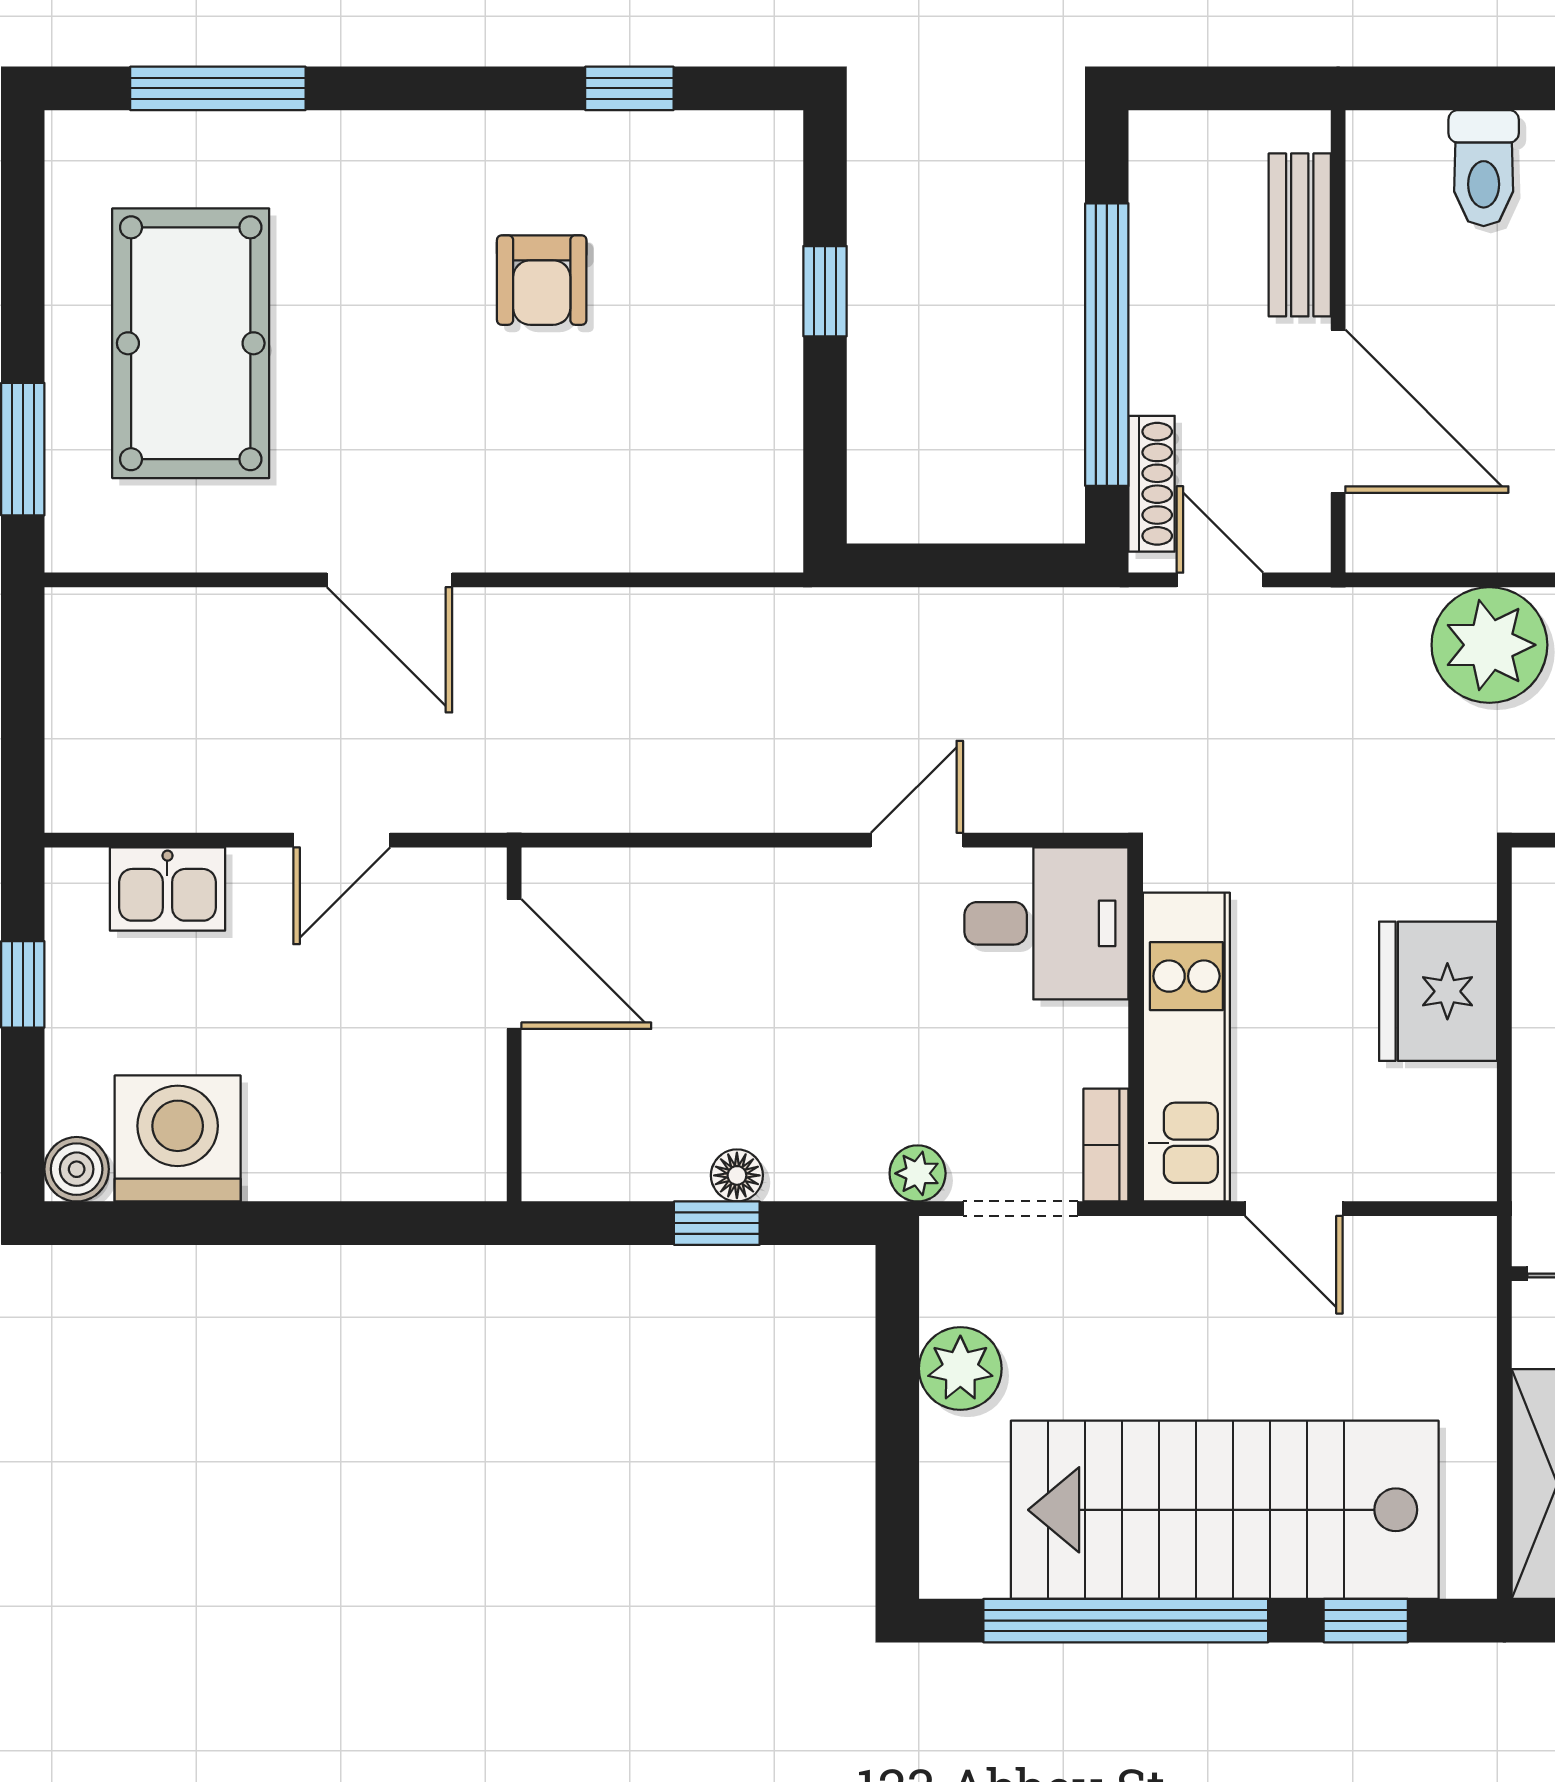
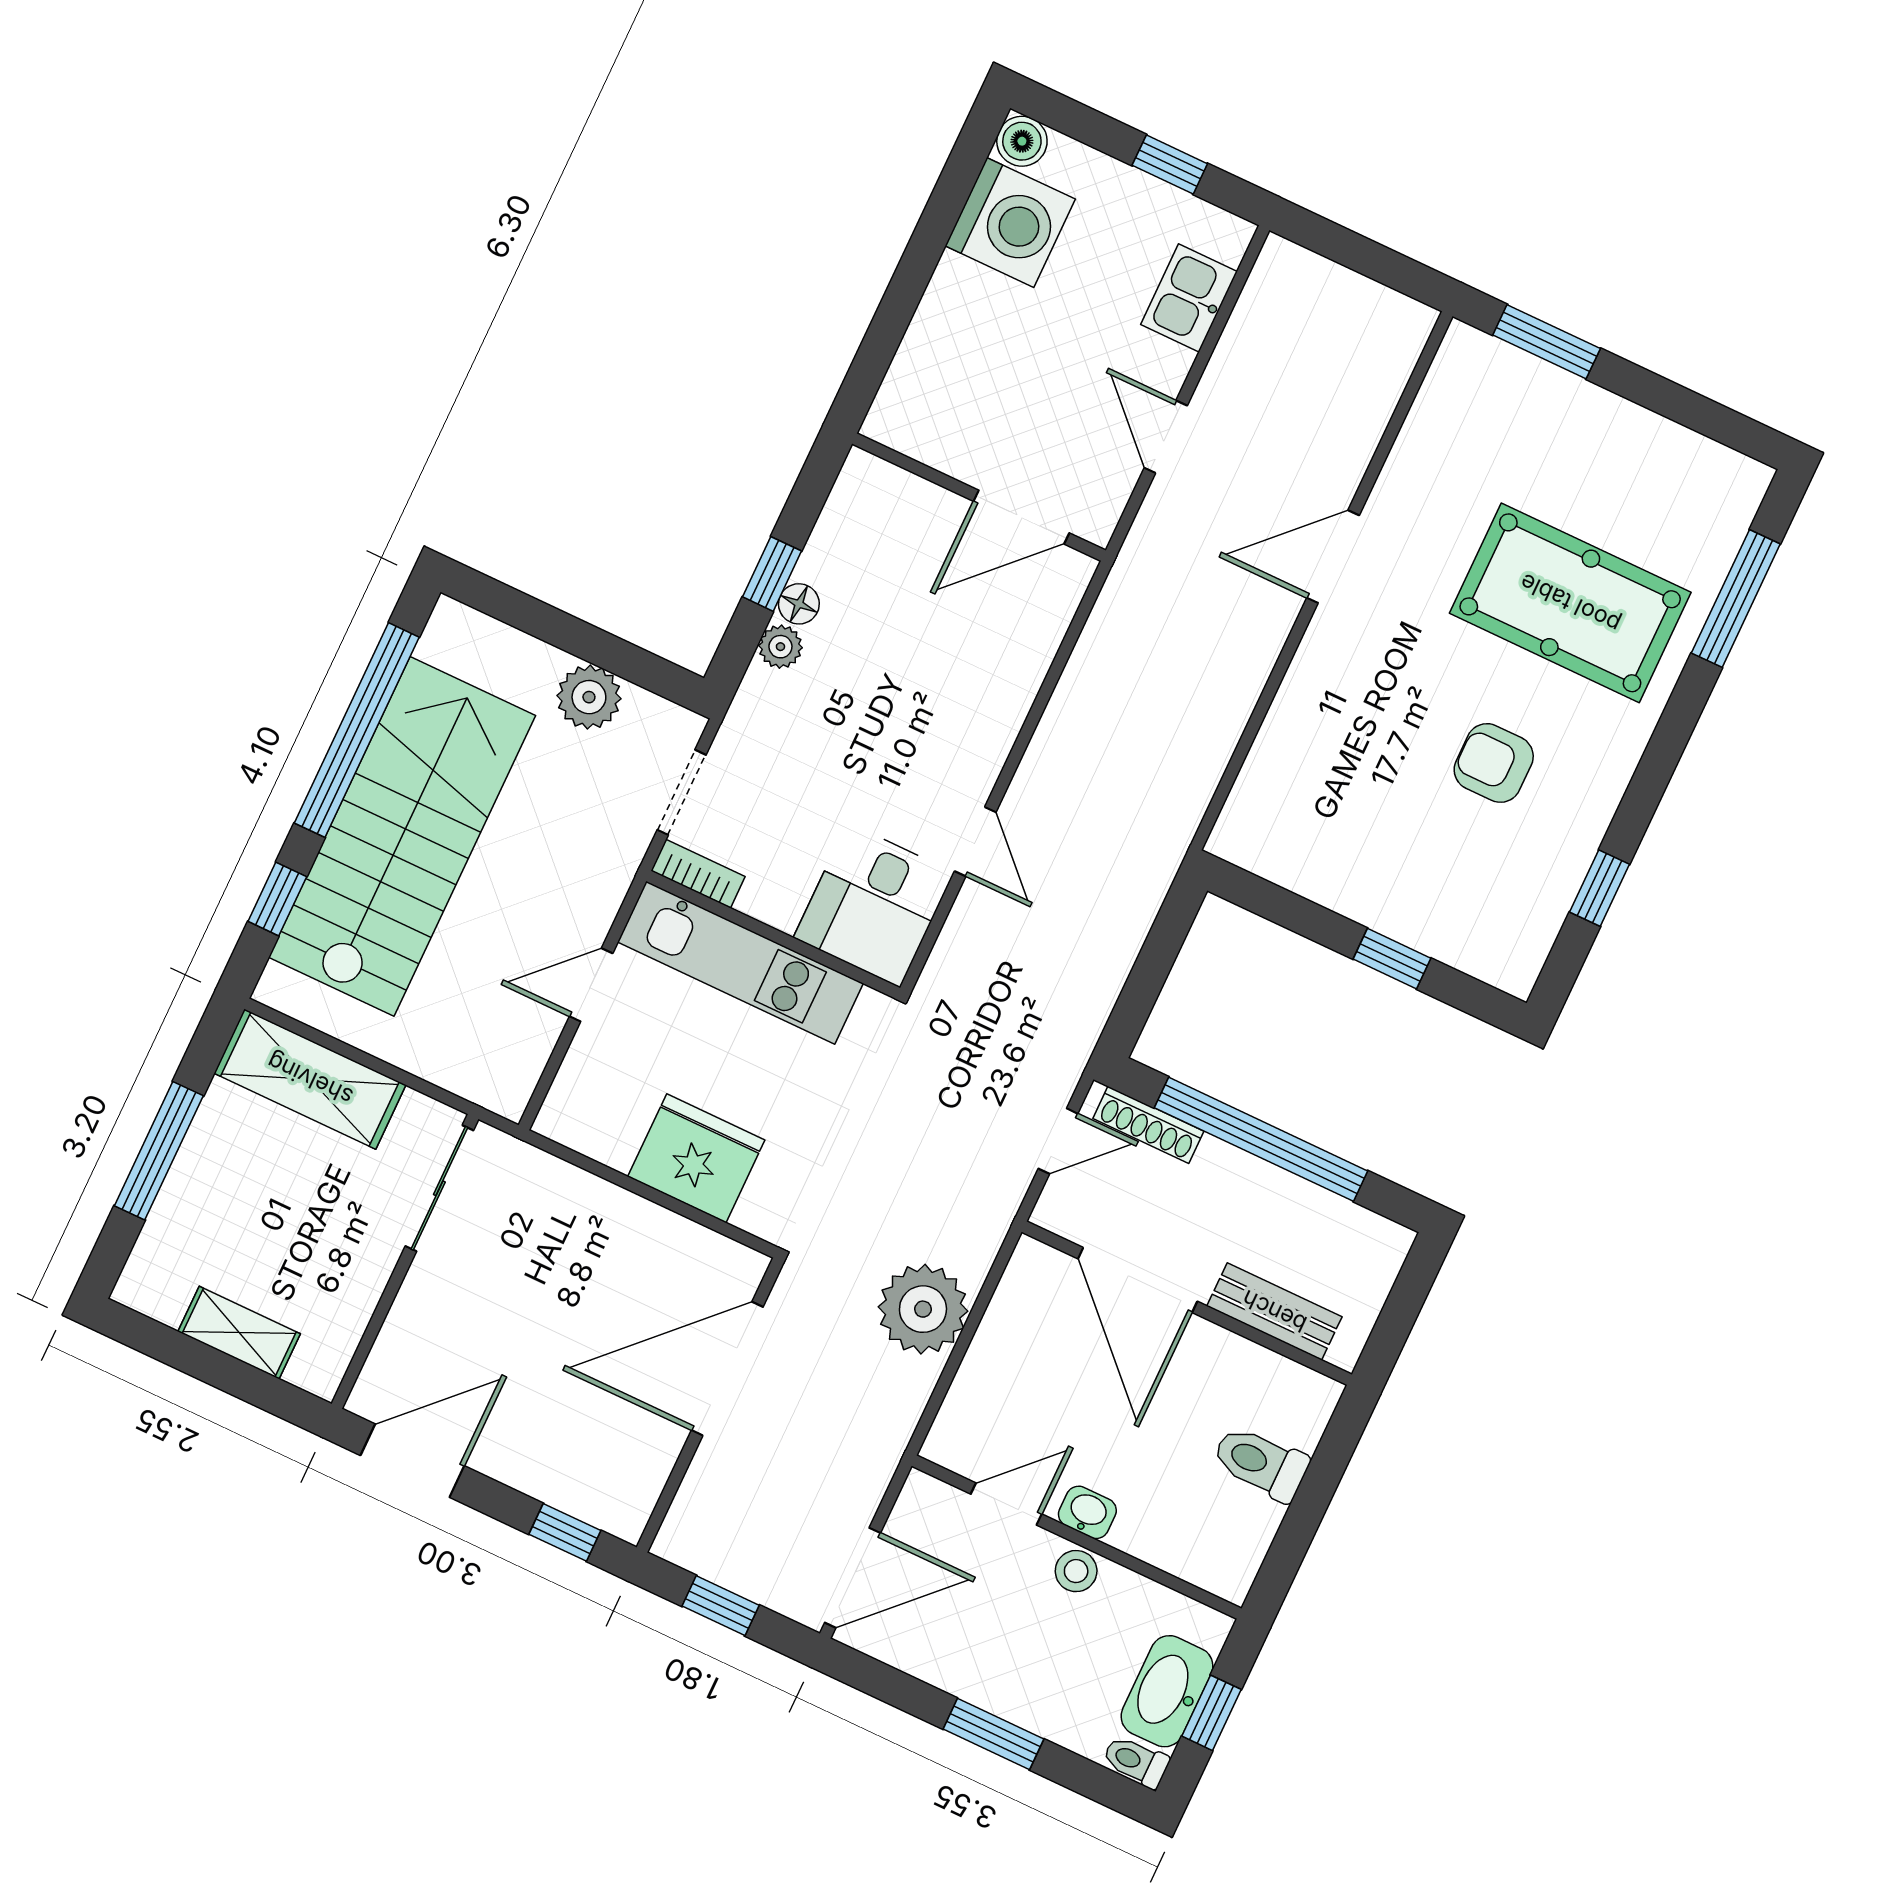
pool table: (191, 343) -> (1570, 603), moved
door: (1338, 411) -> (1138, 1280), hinge flipped
plant: (918, 1173) -> (780, 647), moved

